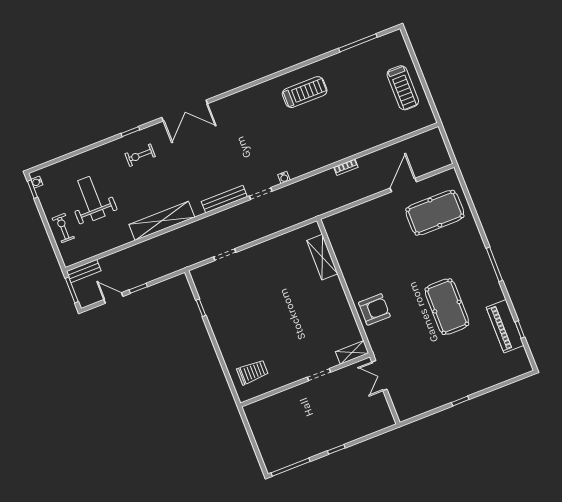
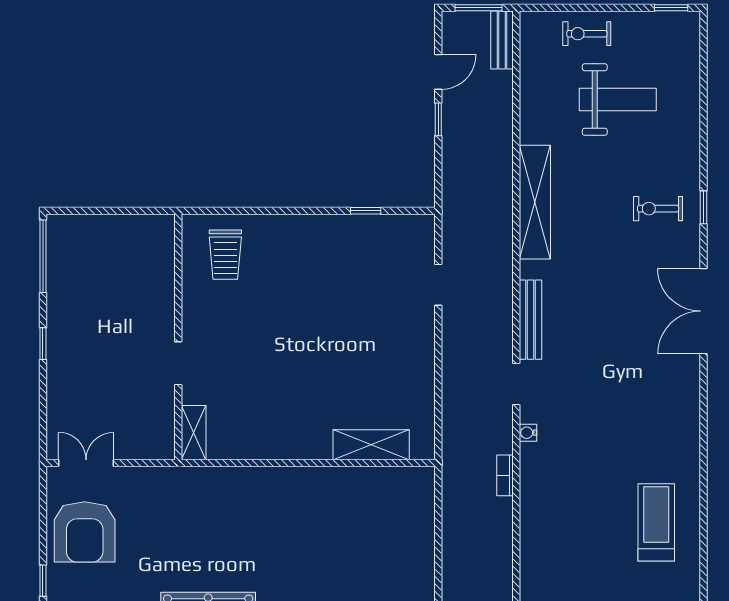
treadmill: (305, 92) -> (656, 522), turned 180
exercise bike: (140, 155) -> (658, 209), turned -90
bookcase: (346, 167) -> (505, 475), moved
water cooler: (37, 182) -> (680, 19), removed
exercise bike: (63, 228) -> (587, 34), turned 180
armchair: (374, 309) -> (85, 532), moved, width x1.36, depth x1.36
double door: (379, 376) -> (86, 463), moved

